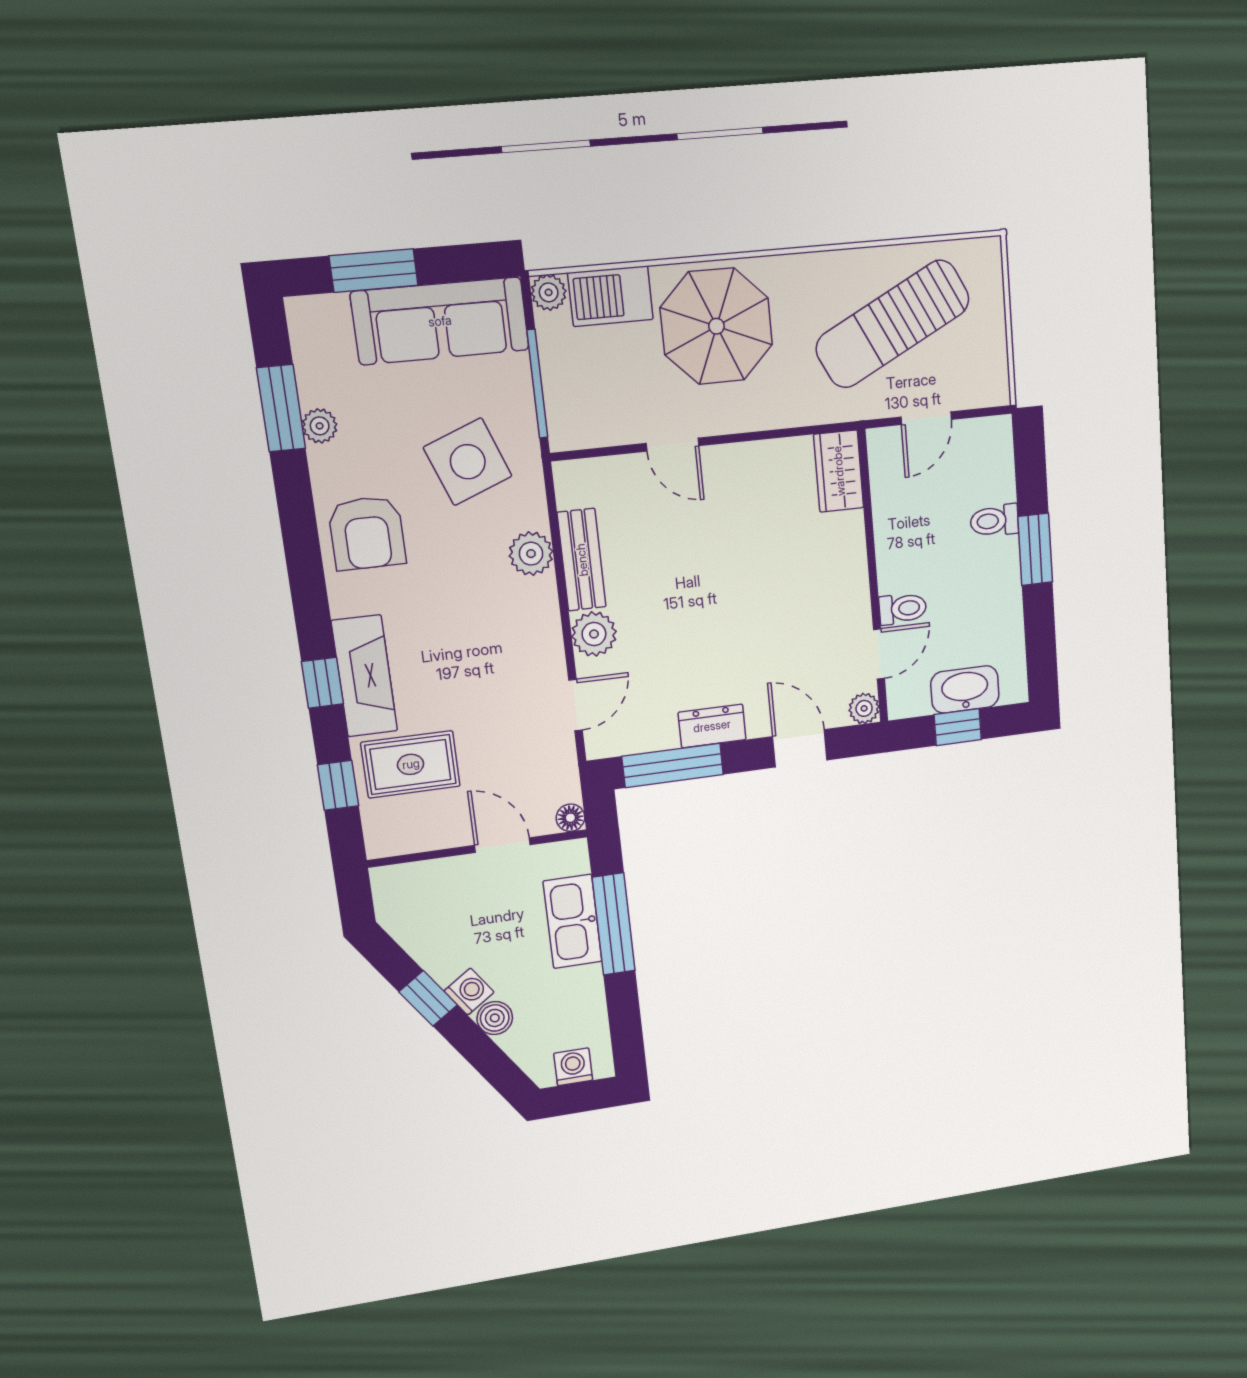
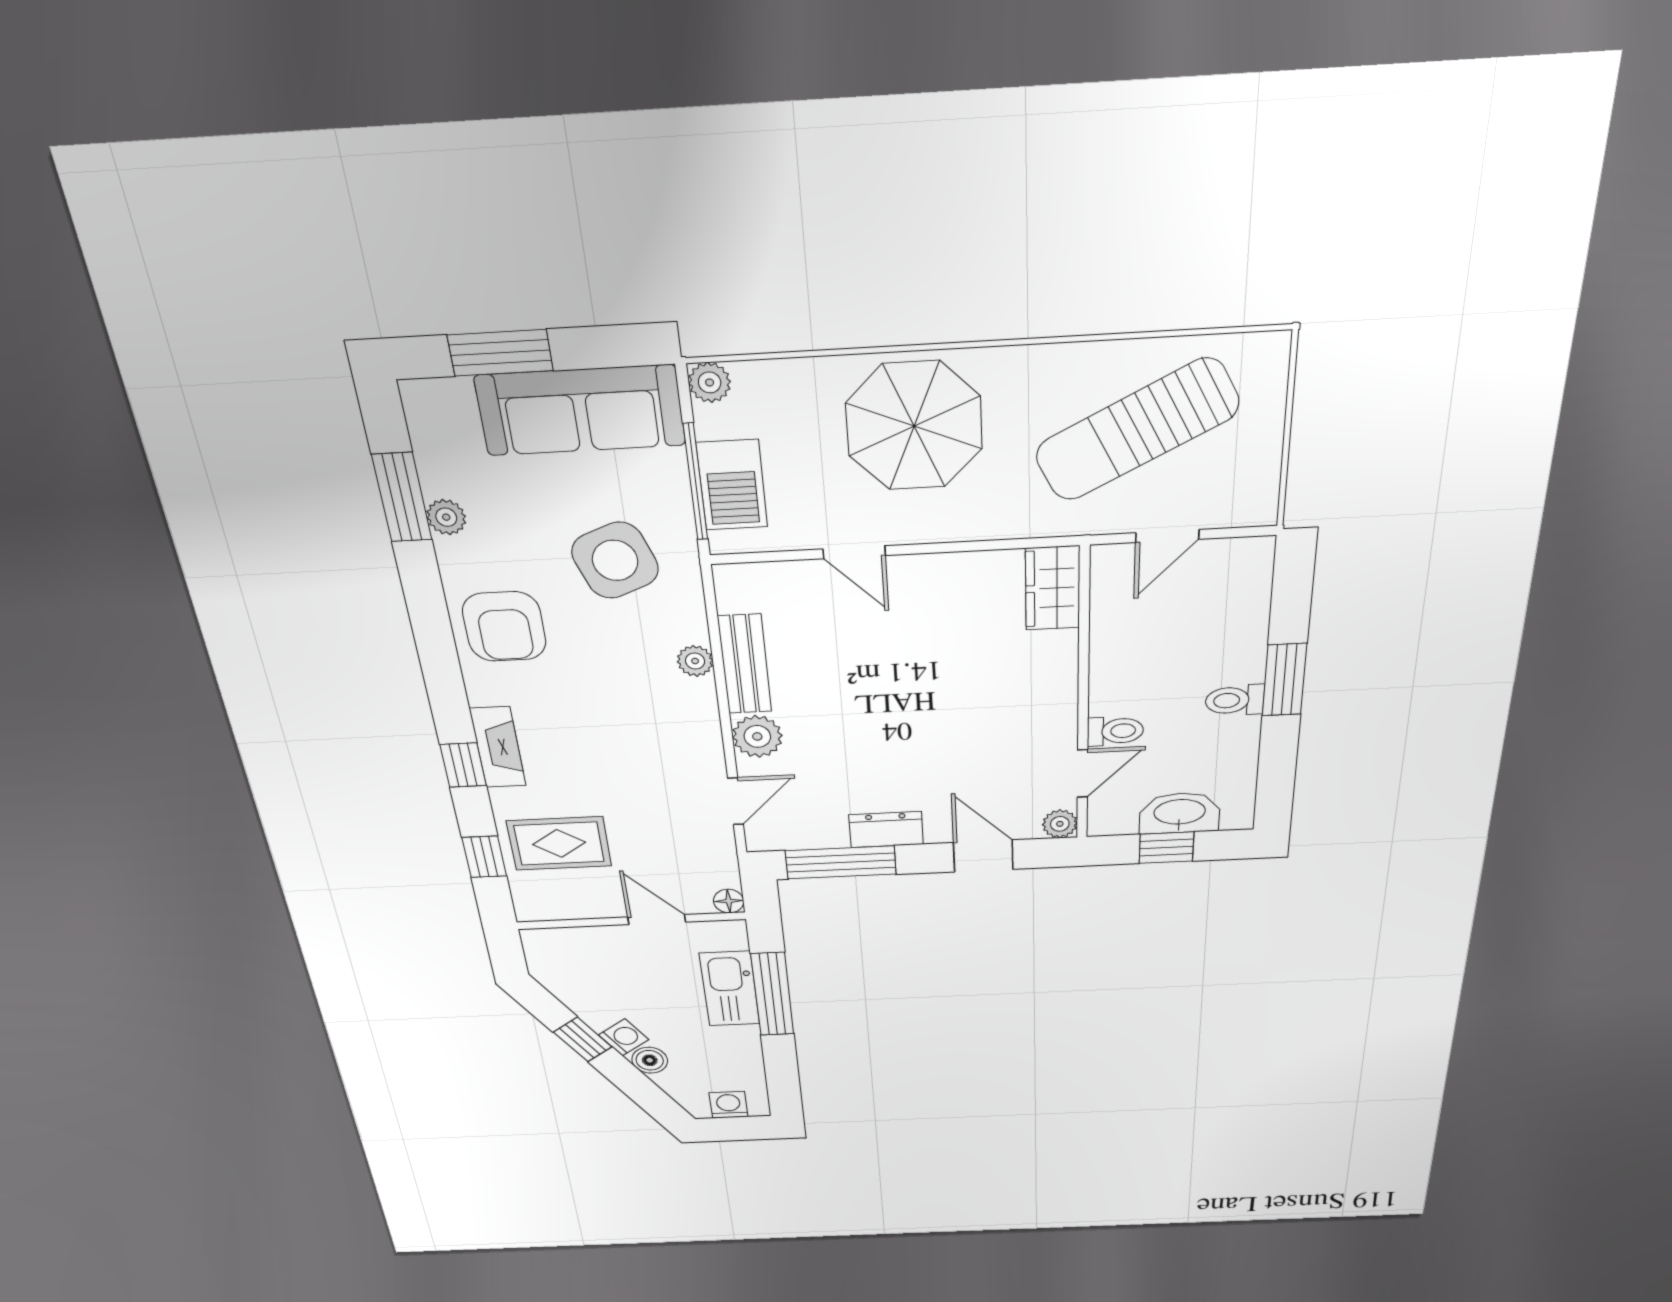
barbecue: (611, 296) -> (732, 485), moved, turned -90
toilet: (994, 521) -> (1235, 700), moved
plant: (531, 554) -> (695, 661), width x0.73, depth x0.73
fireplace: (364, 676) -> (498, 747), width x0.73, depth x0.76

